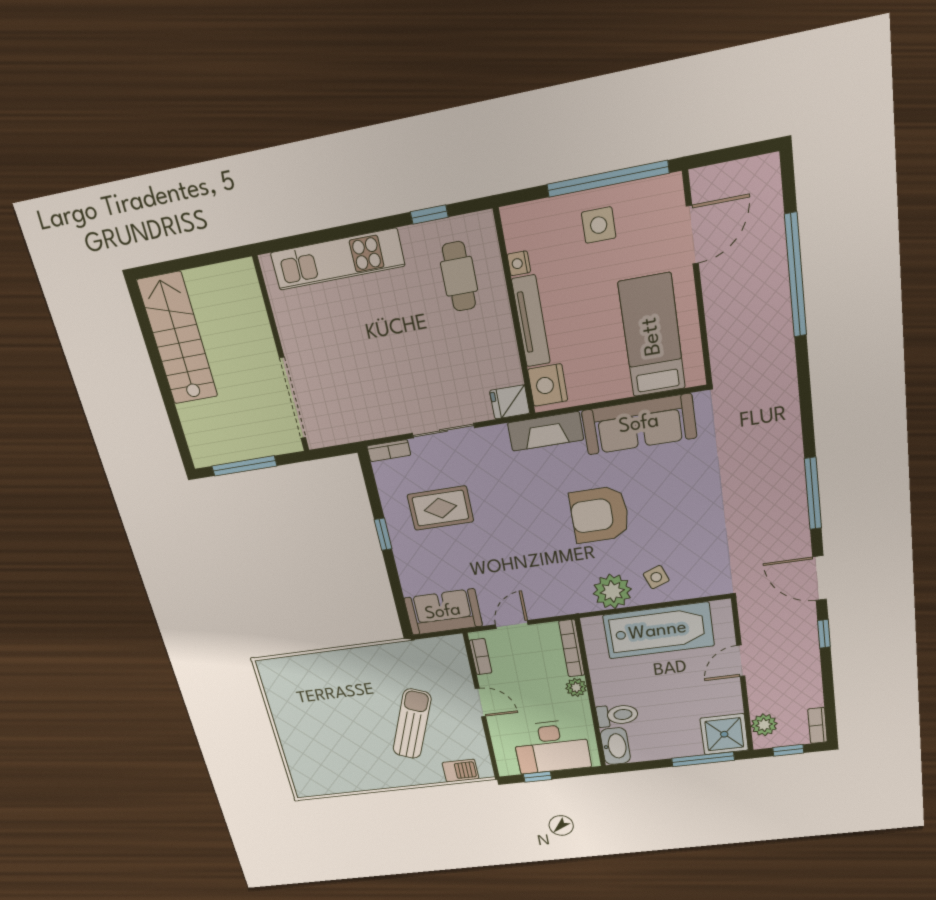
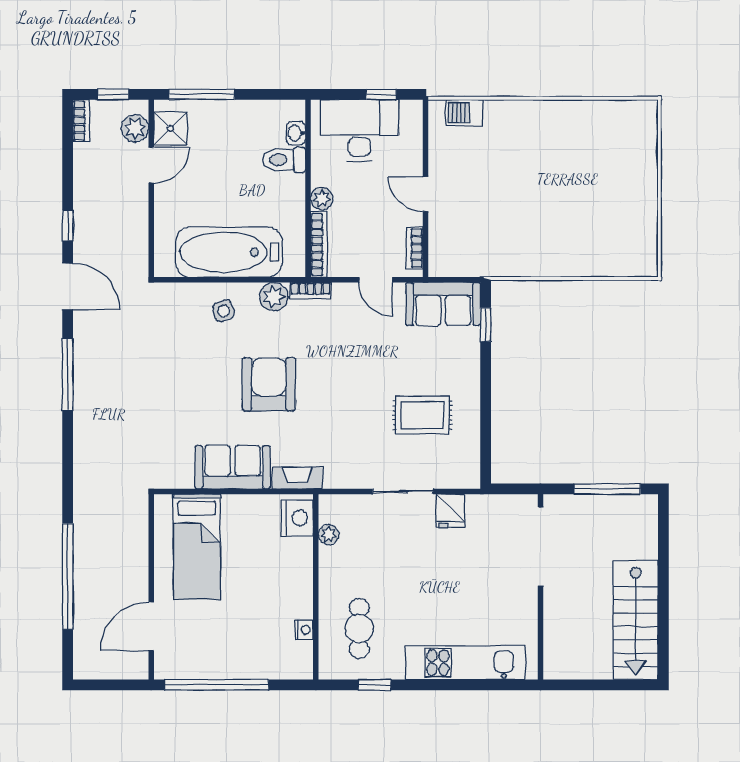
side table: (599, 225) -> (230, 649), removed
tv unit: (531, 321) -> (302, 578), removed
plant: (511, 373) -> (329, 535), added
fridge: (510, 402) -> (451, 511), moved, turned 90
sofa: (639, 424) -> (233, 467), width x0.73
fireplace: (546, 431) -> (297, 478), width x0.73, depth x0.76
bookcase: (389, 451) -> (310, 291), moved, turned 180
armchair: (600, 515) -> (269, 384), turned -90
window: (383, 534) -> (486, 325), moved
plant: (612, 591) -> (274, 297), width x0.73, depth x0.73
door: (512, 625) -> (376, 280), hinge flipped
door: (741, 661) -> (151, 165), moved
sun lounger: (412, 724) -> (505, 178), removed
shower: (724, 734) -> (171, 128), width x0.73, depth x0.73
washbasin: (615, 746) -> (296, 133), width x0.52, depth x0.69

